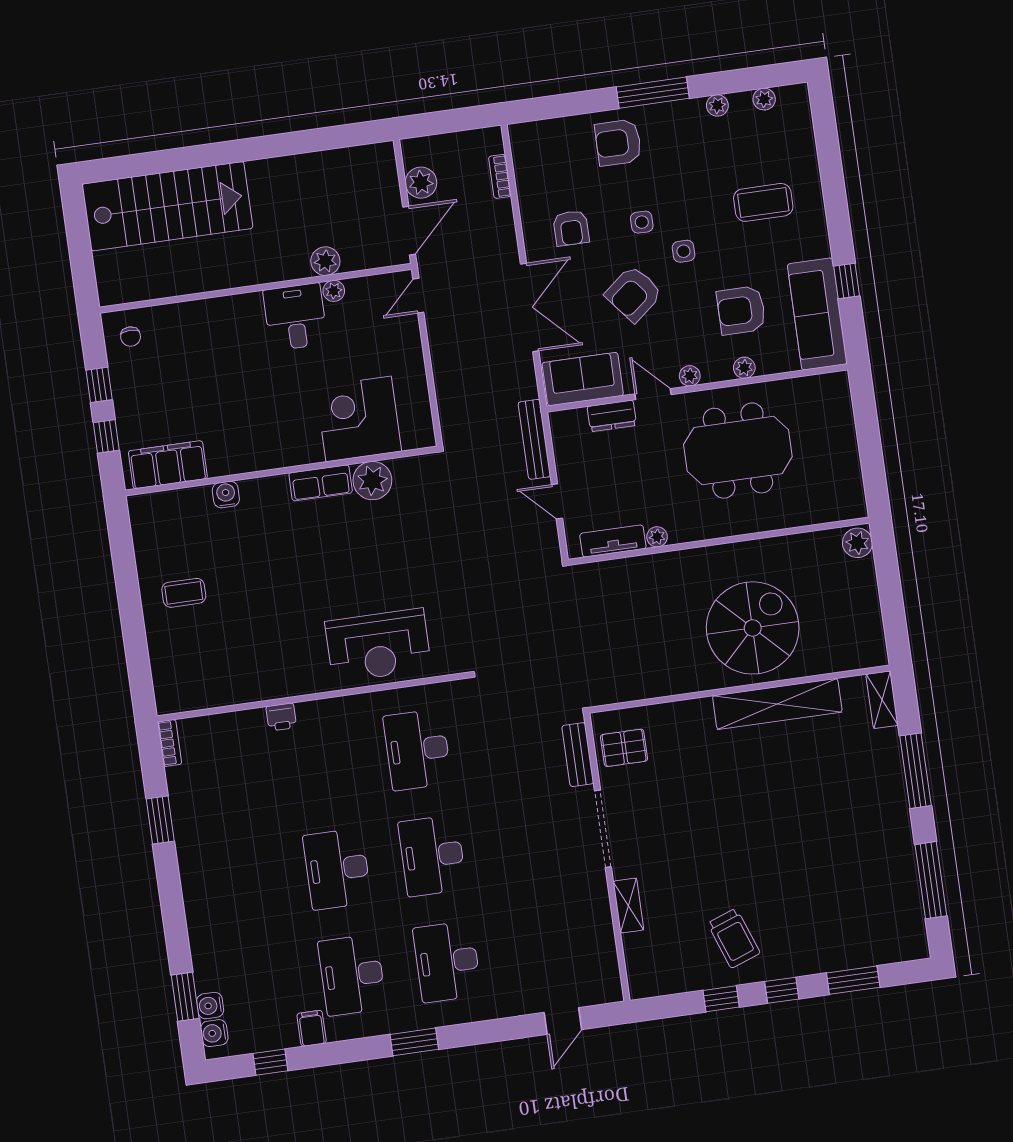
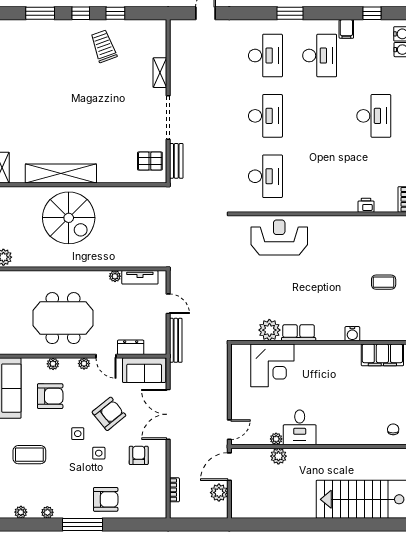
spiral stairs: (753, 628) -> (69, 218), turned -90
printer: (281, 717) -> (366, 205), moved
desk: (337, 869) -> (374, 116), moved

